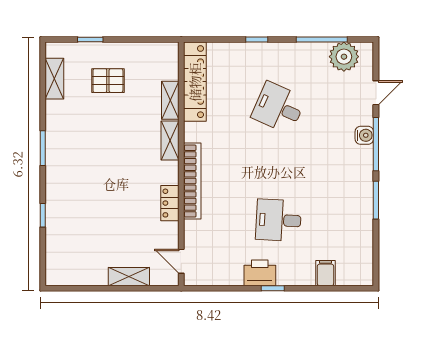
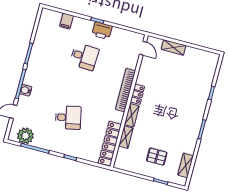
desk: (279, 108) -> (68, 118), turned -36
locker: (170, 203) -> (137, 94), moved

